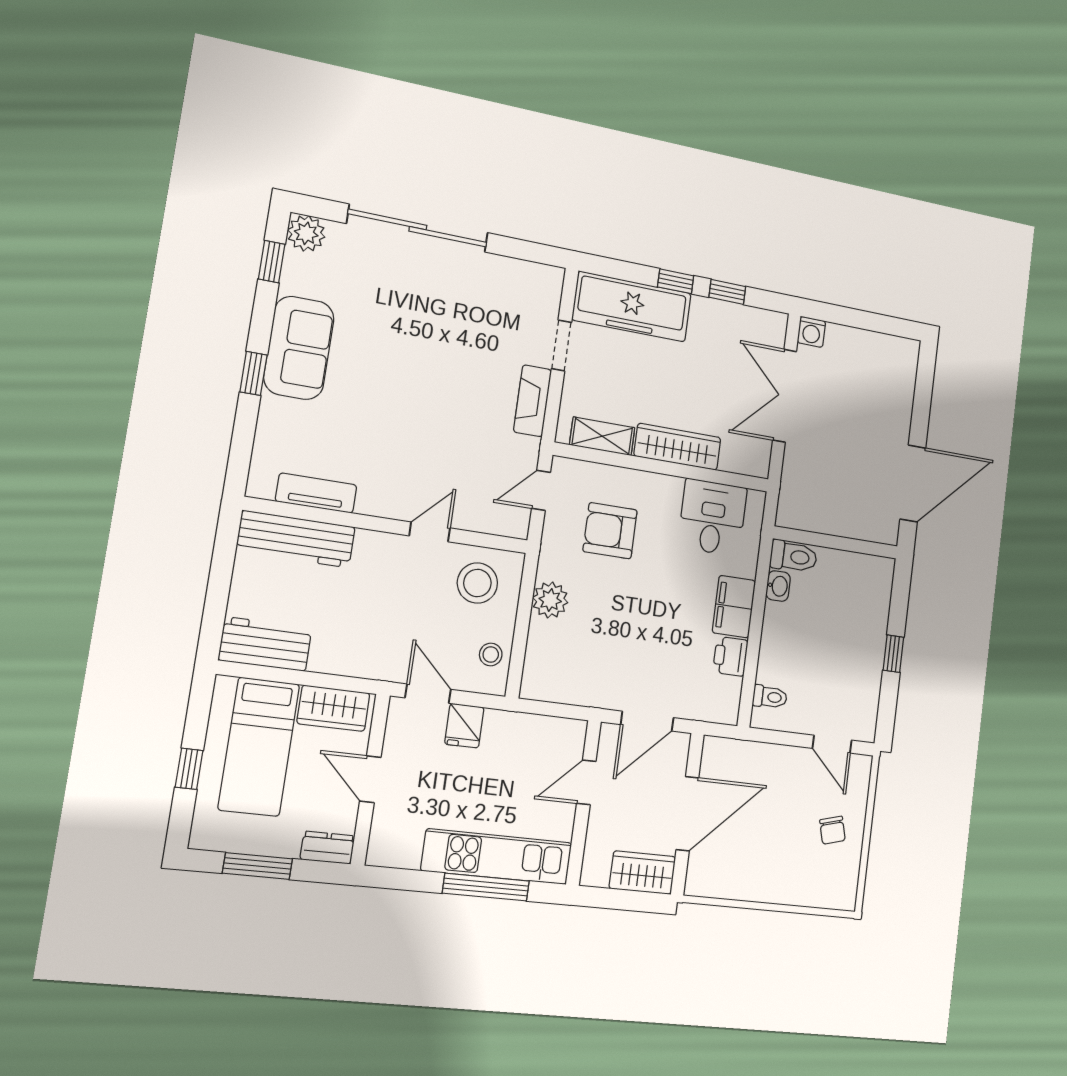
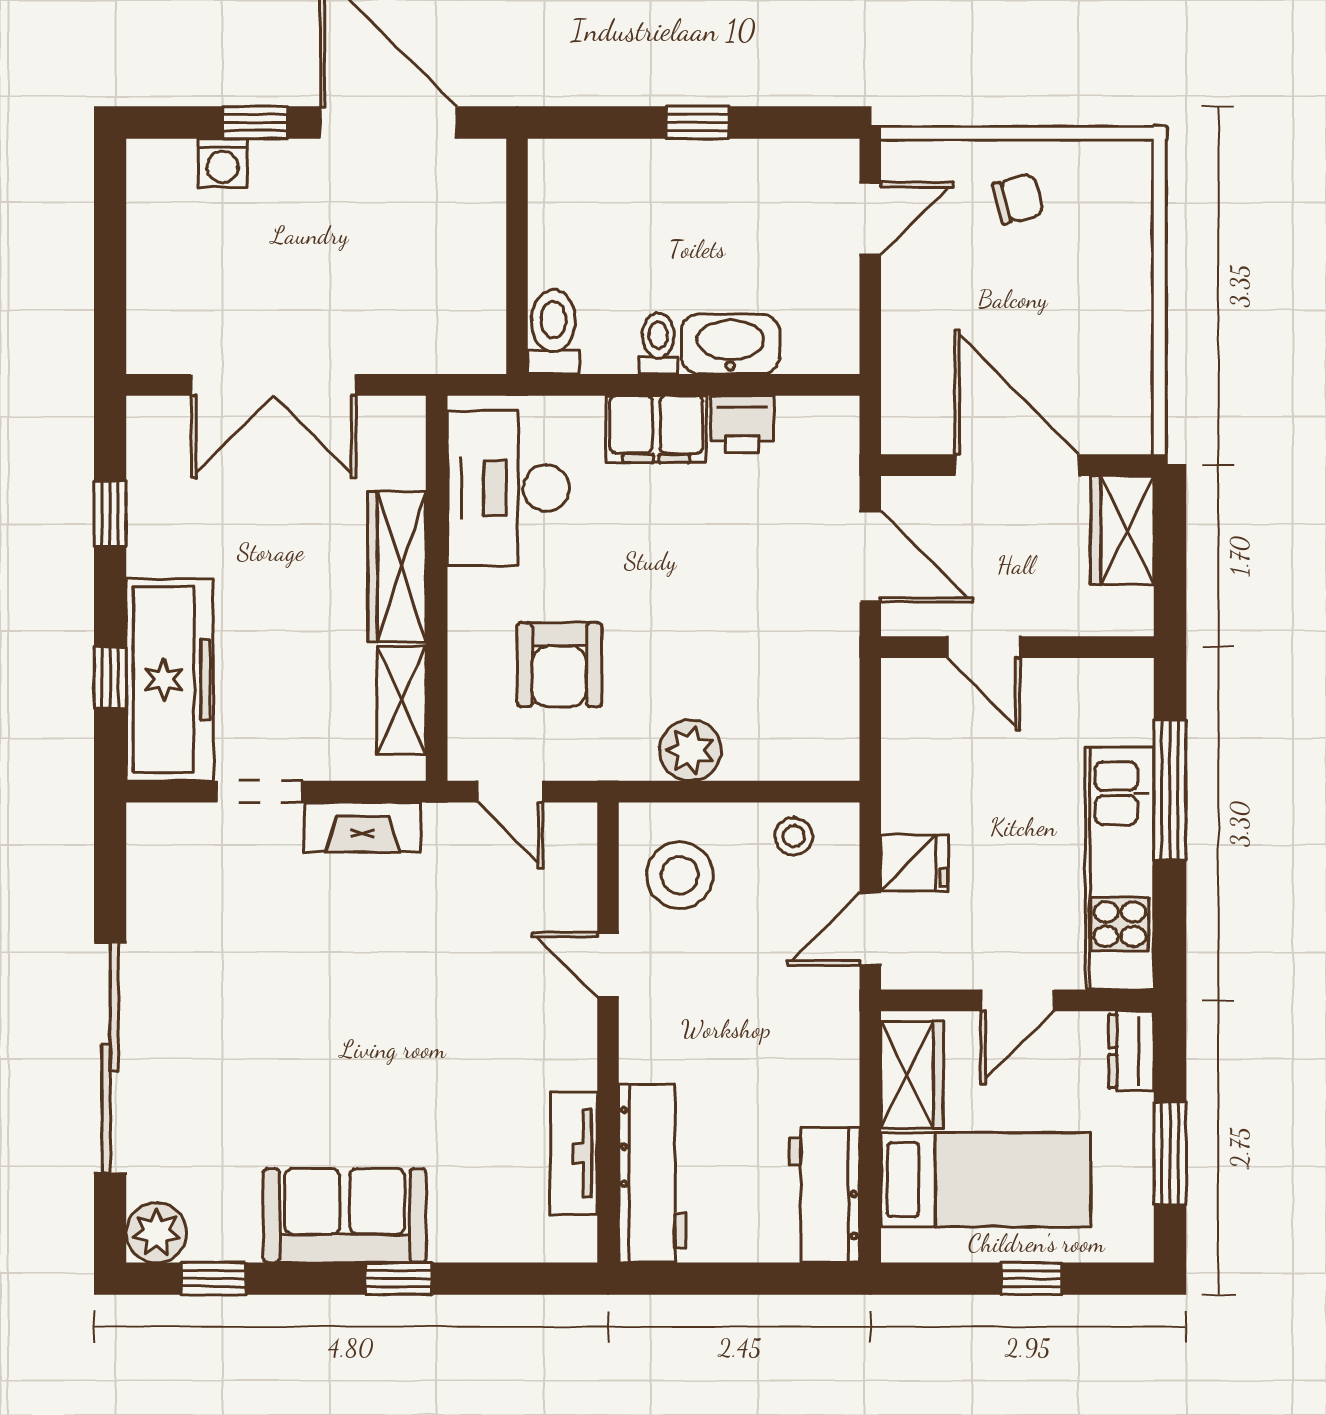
window: (676, 281) -> (110, 678), moved
washing machine: (811, 332) -> (223, 163), moved, turned 90
window: (921, 411) -> (255, 123), added
desk: (712, 517) -> (508, 488), width x1.37
washbasin: (778, 586) -> (730, 344), moved, width x1.91, depth x1.45
toilet: (770, 697) -> (658, 344), moved
kitchen unit: (497, 857) -> (1120, 868), moved

